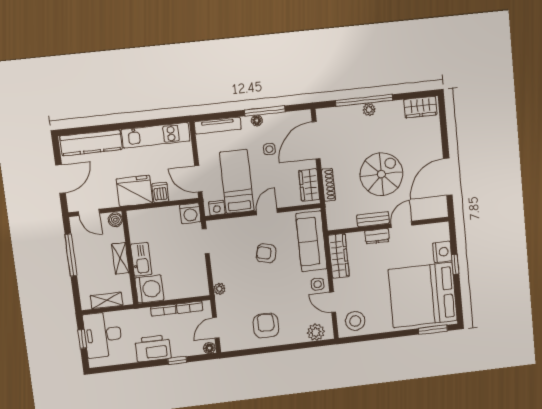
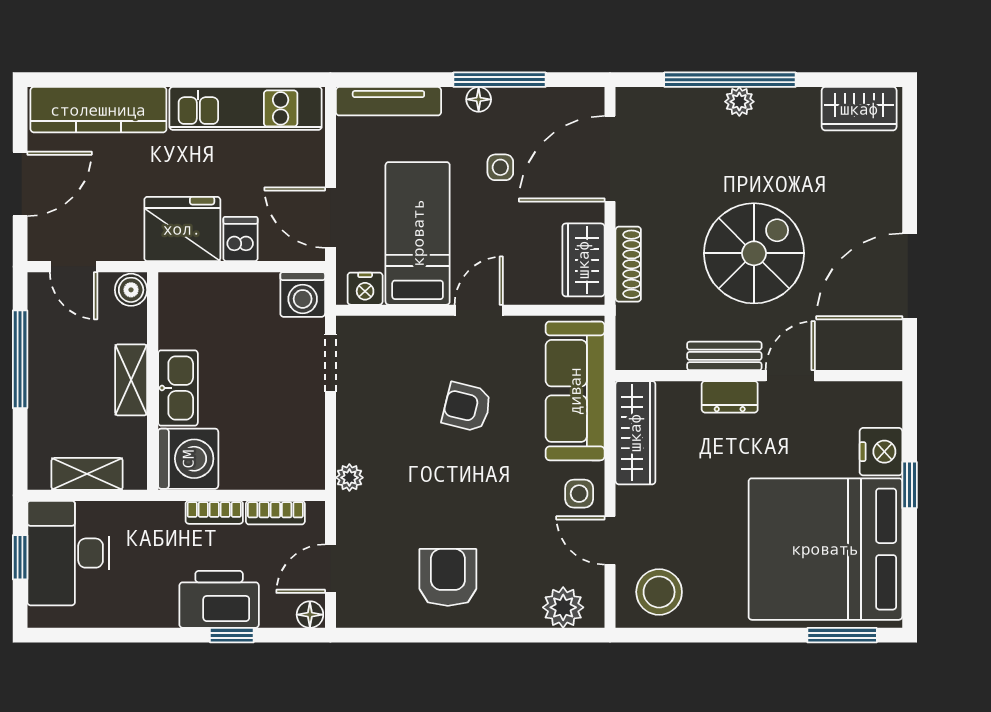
printer: (153, 348) -> (219, 599), moved

